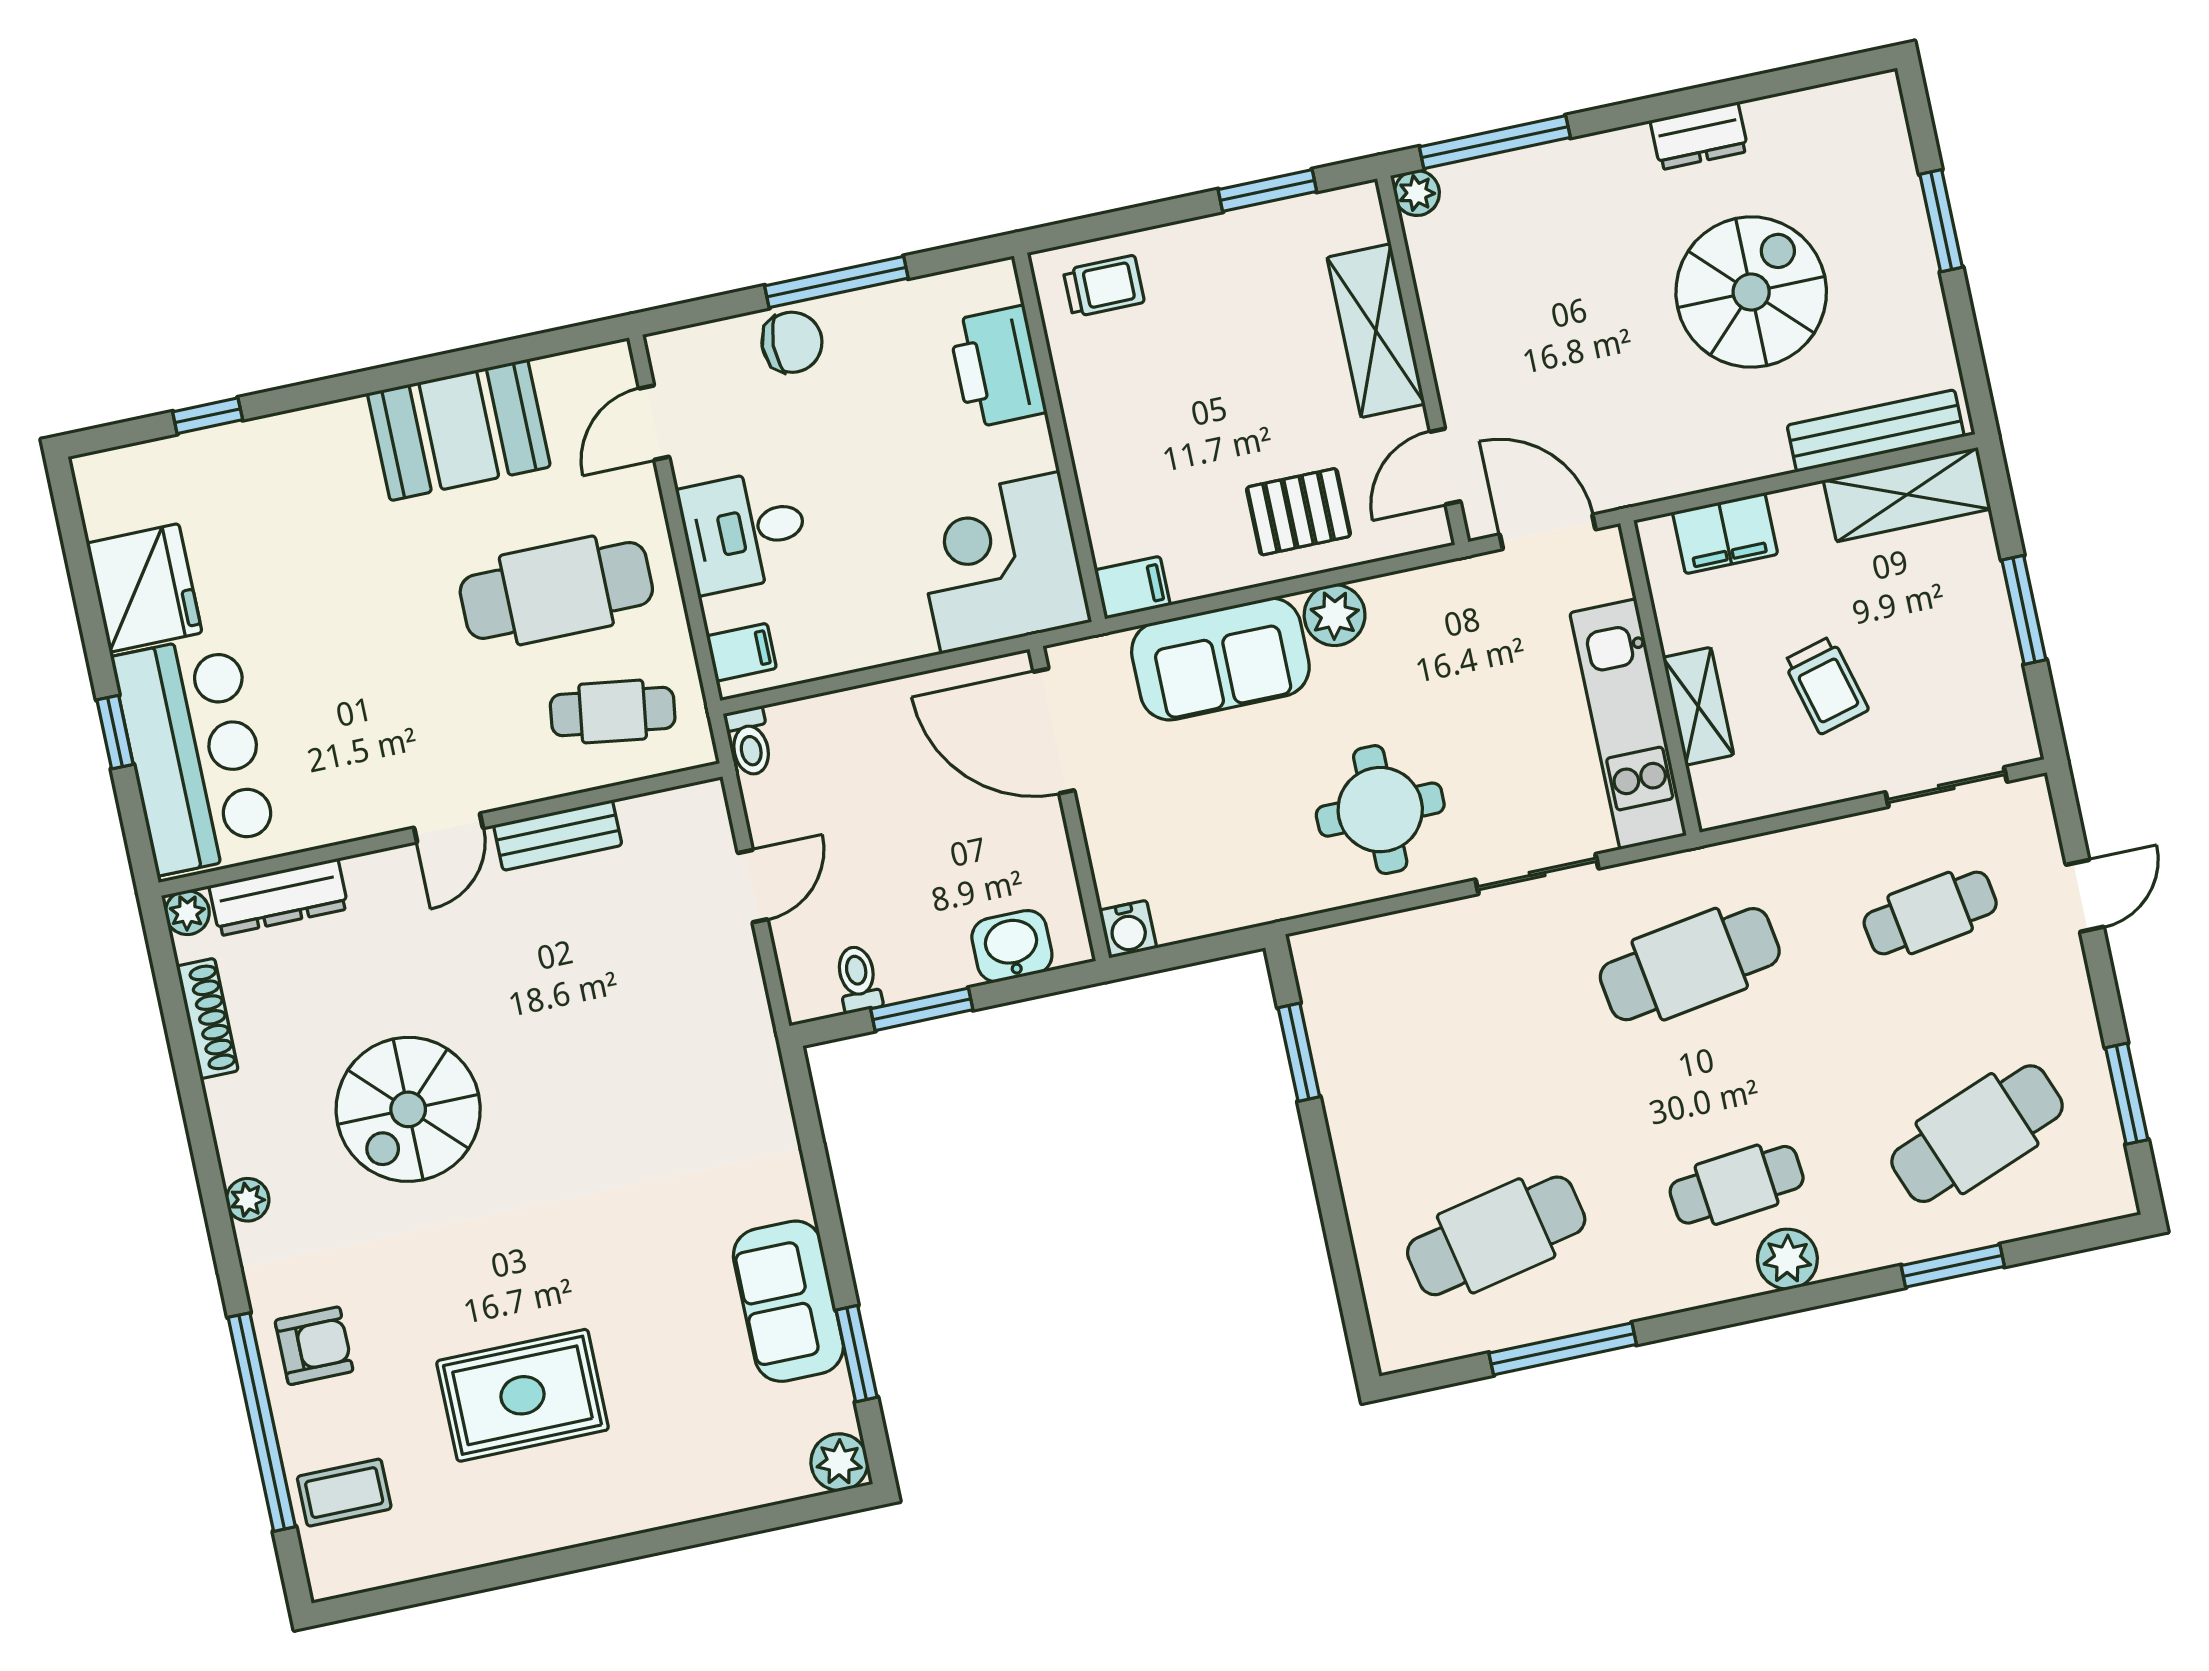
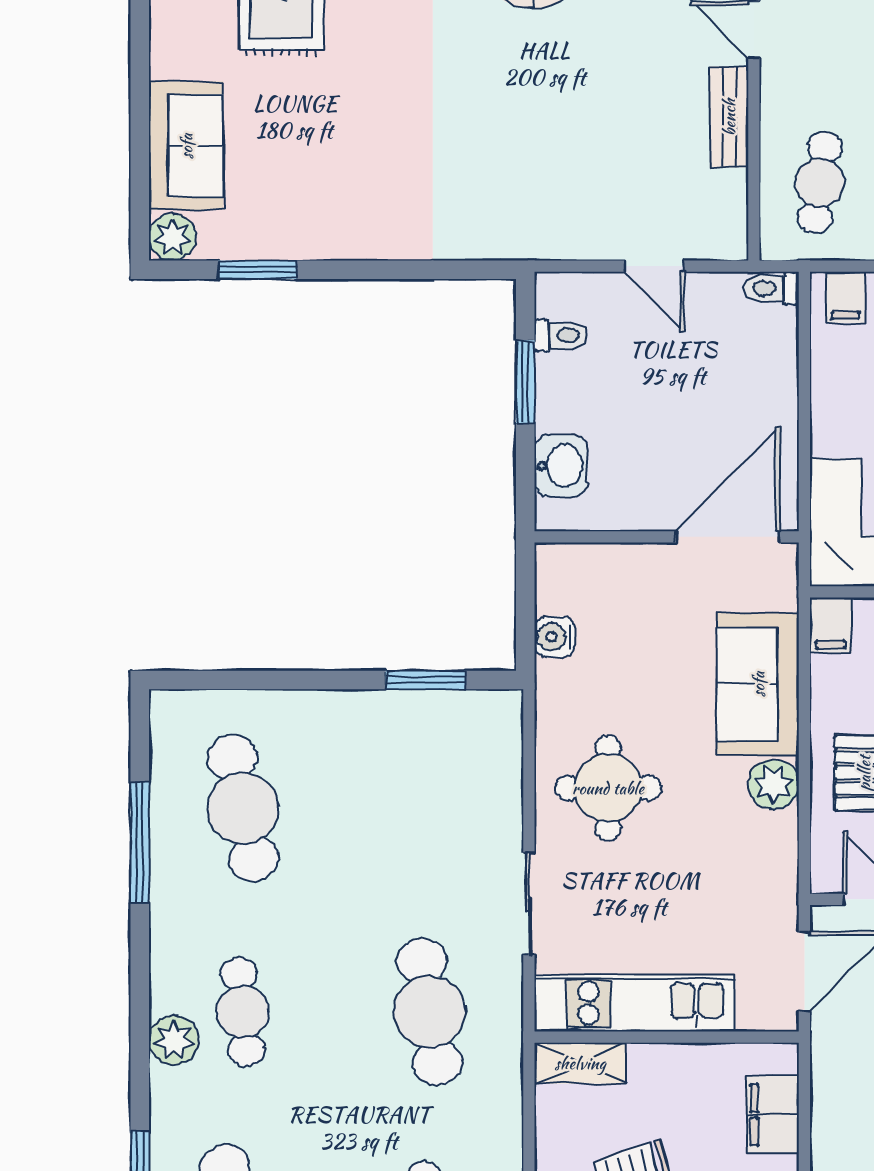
shelving: (1698, 706) -> (580, 1063), moved
water cooler: (1128, 929) -> (555, 637), moved
sofa: (788, 1301) -> (186, 146), moved, turned 90

